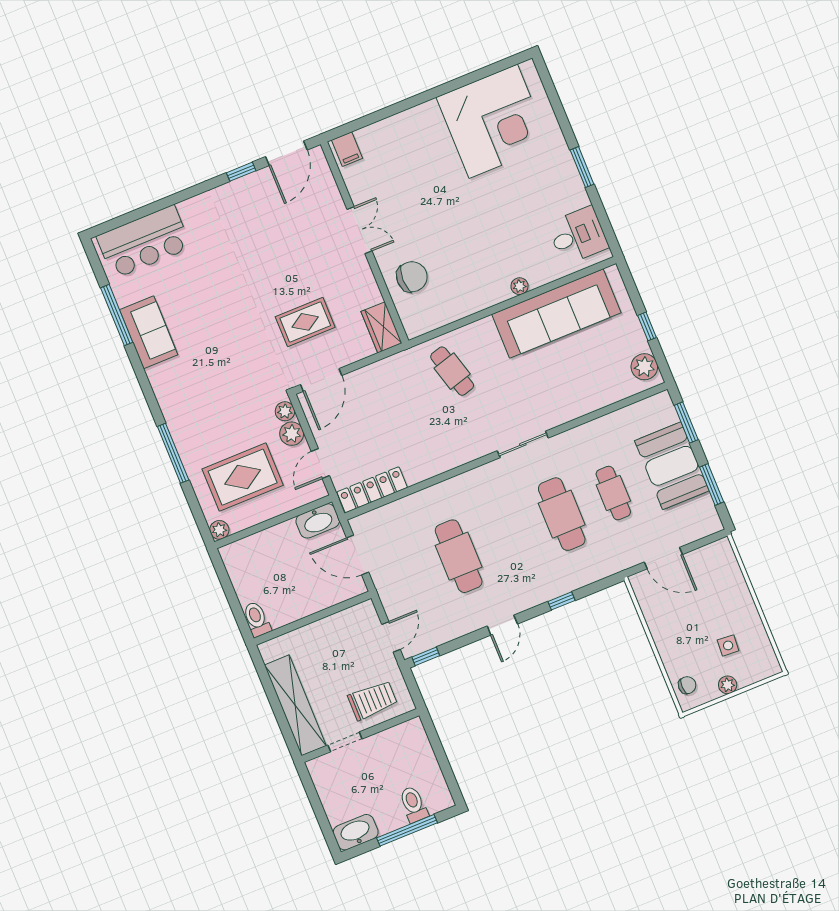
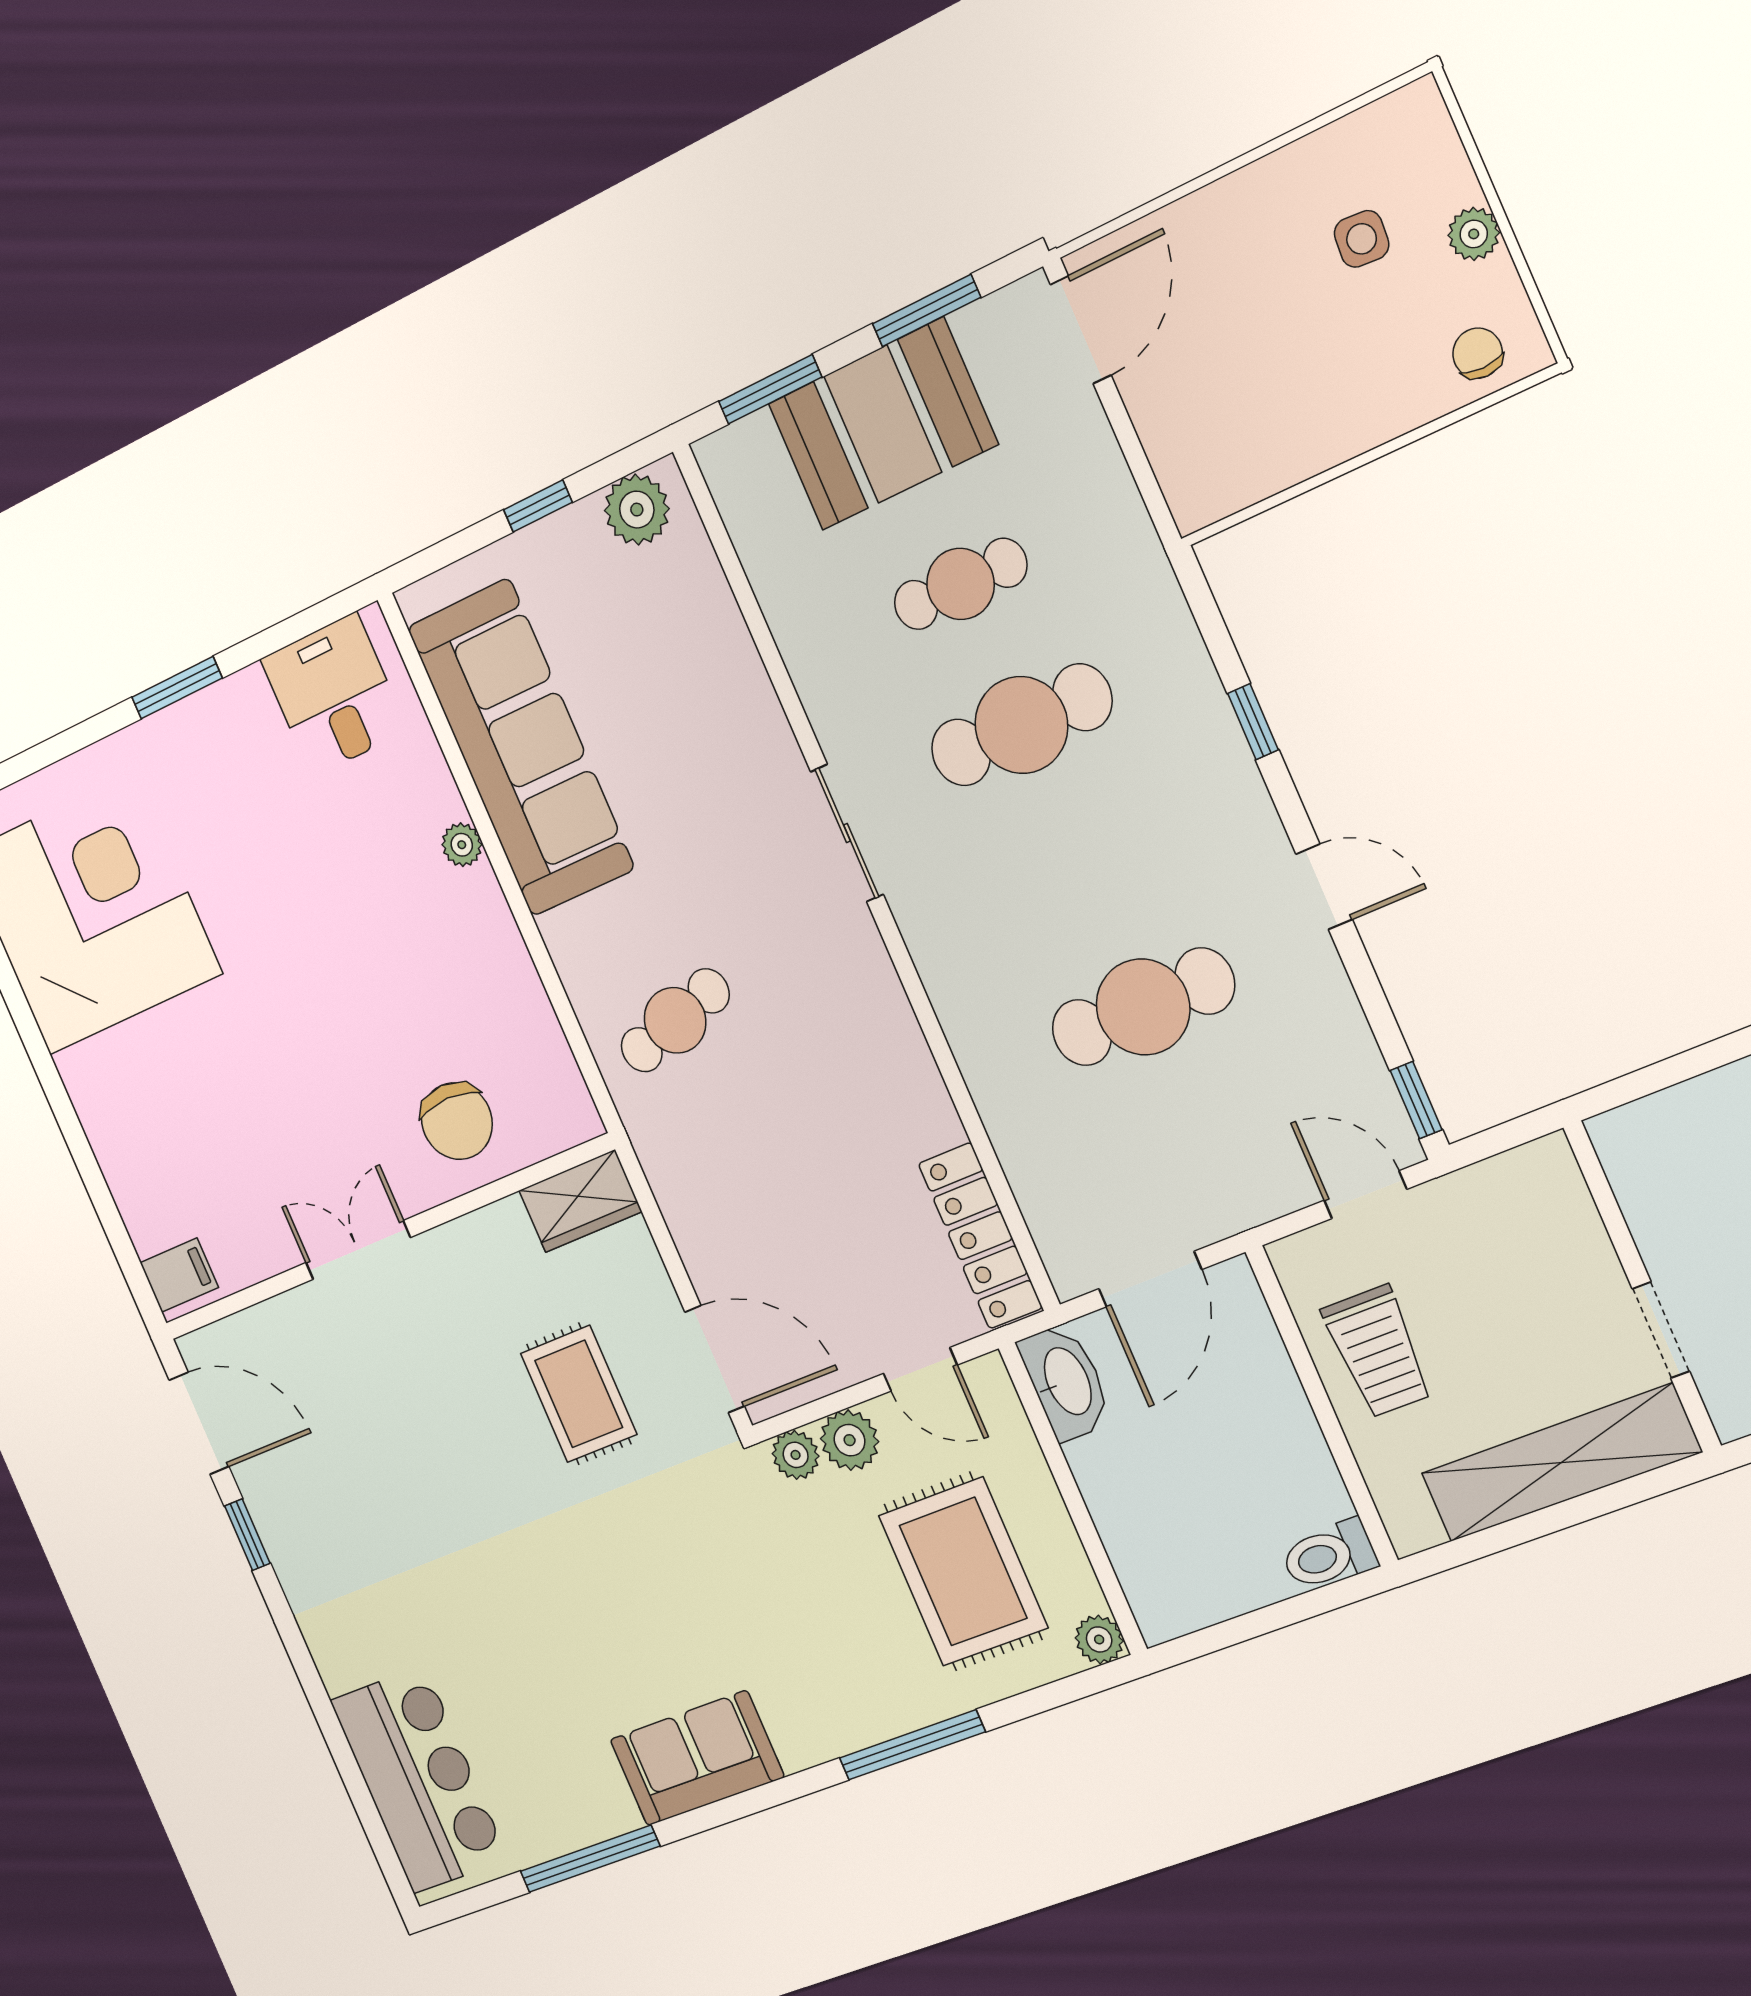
chair: (412, 277) -> (457, 1121), turned 180
sofa: (149, 332) -> (697, 1758), moved
door: (663, 558) -> (1081, 330), moved
trolley: (372, 700) -> (1378, 1351), moved, turned 180

